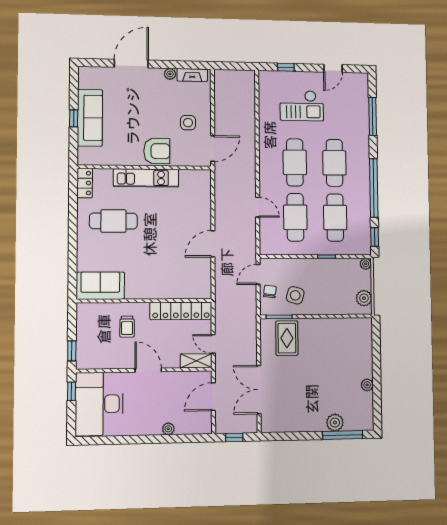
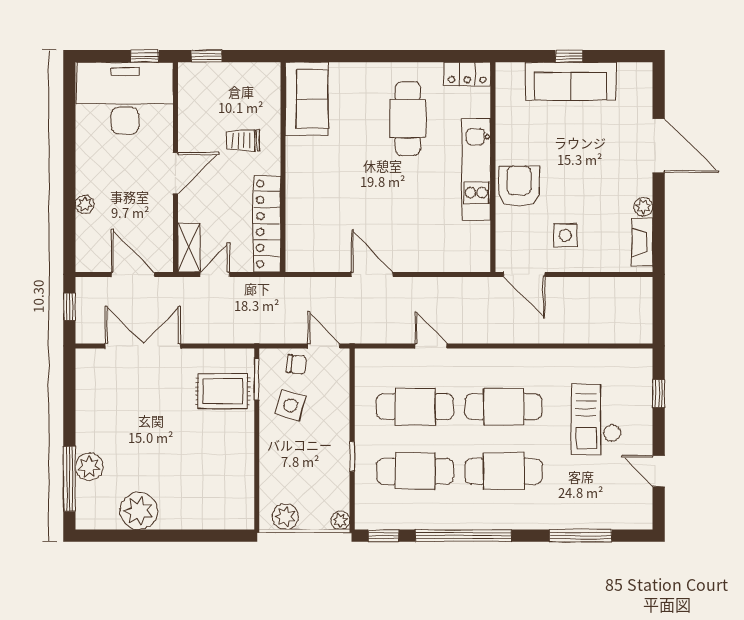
armchair: (157, 151) -> (519, 186), turned 180
door: (258, 207) -> (431, 346), swing flipped
plant: (367, 385) -> (139, 511), width x1.87, depth x1.87

